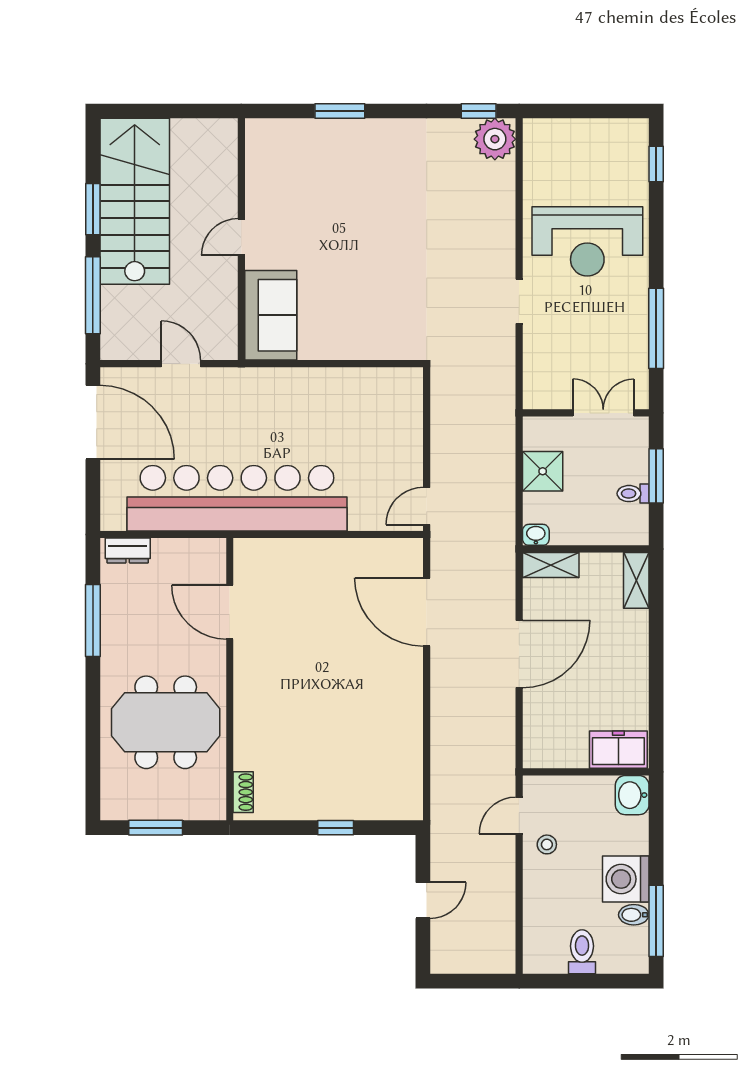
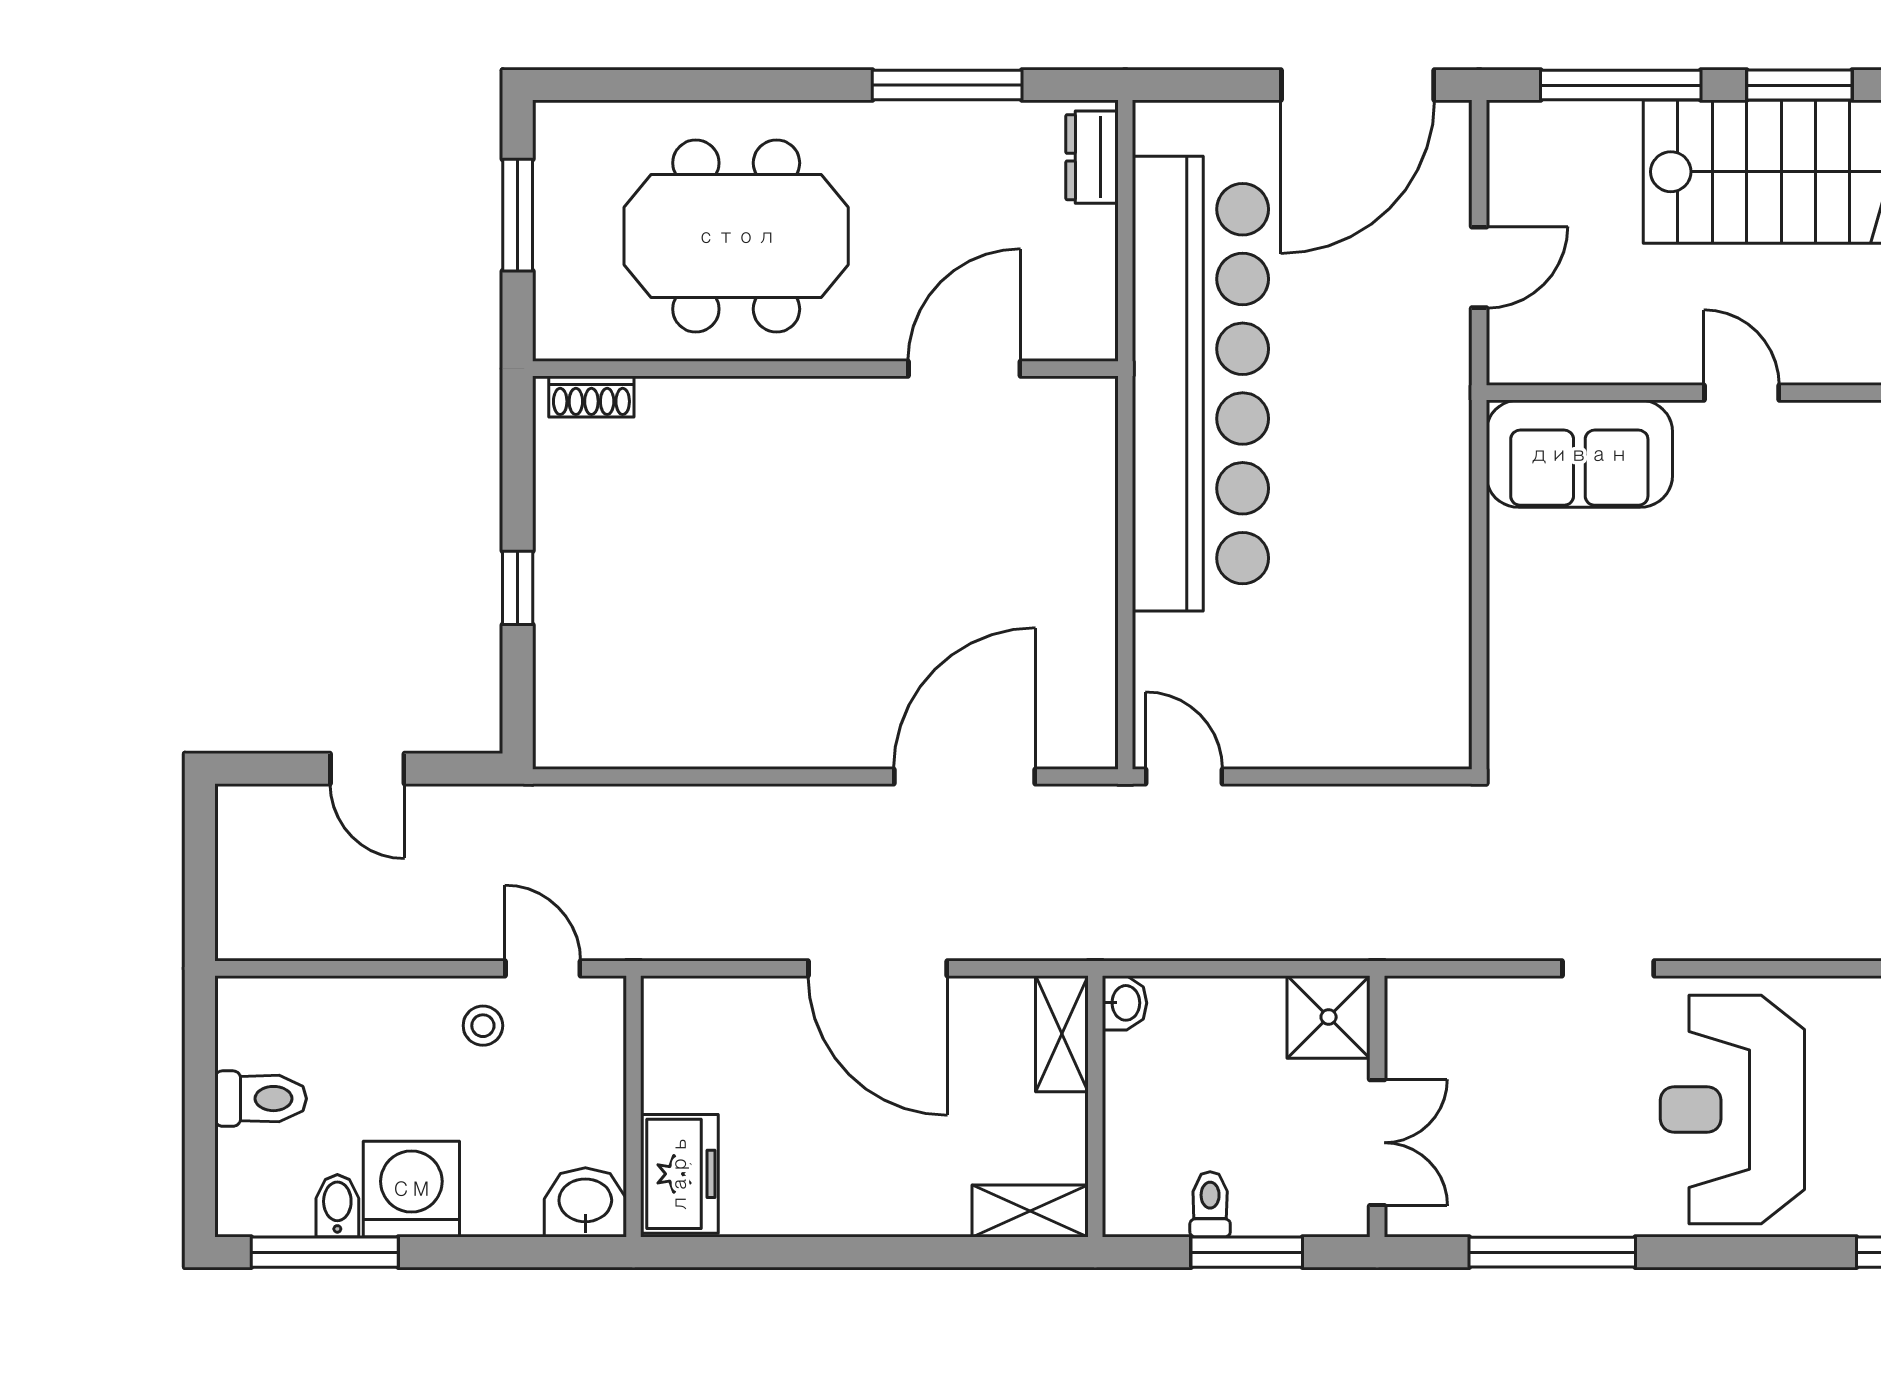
shower: (543, 471) -> (1329, 1017), moved
meeting table: (166, 722) -> (736, 236), turned 90

